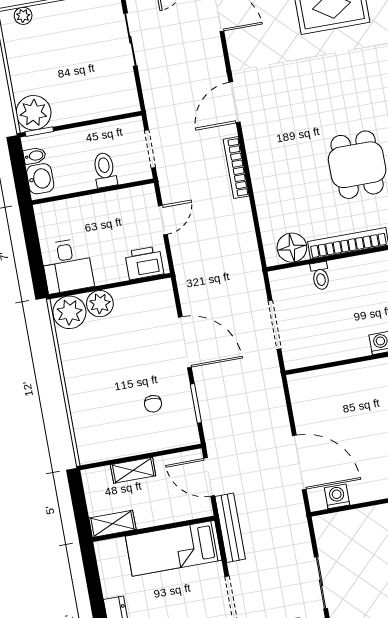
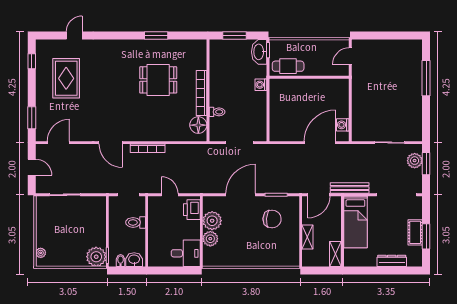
plant: (69, 312) -> (212, 221), moved
chair: (153, 404) -> (272, 219), width x1.87, depth x1.87

